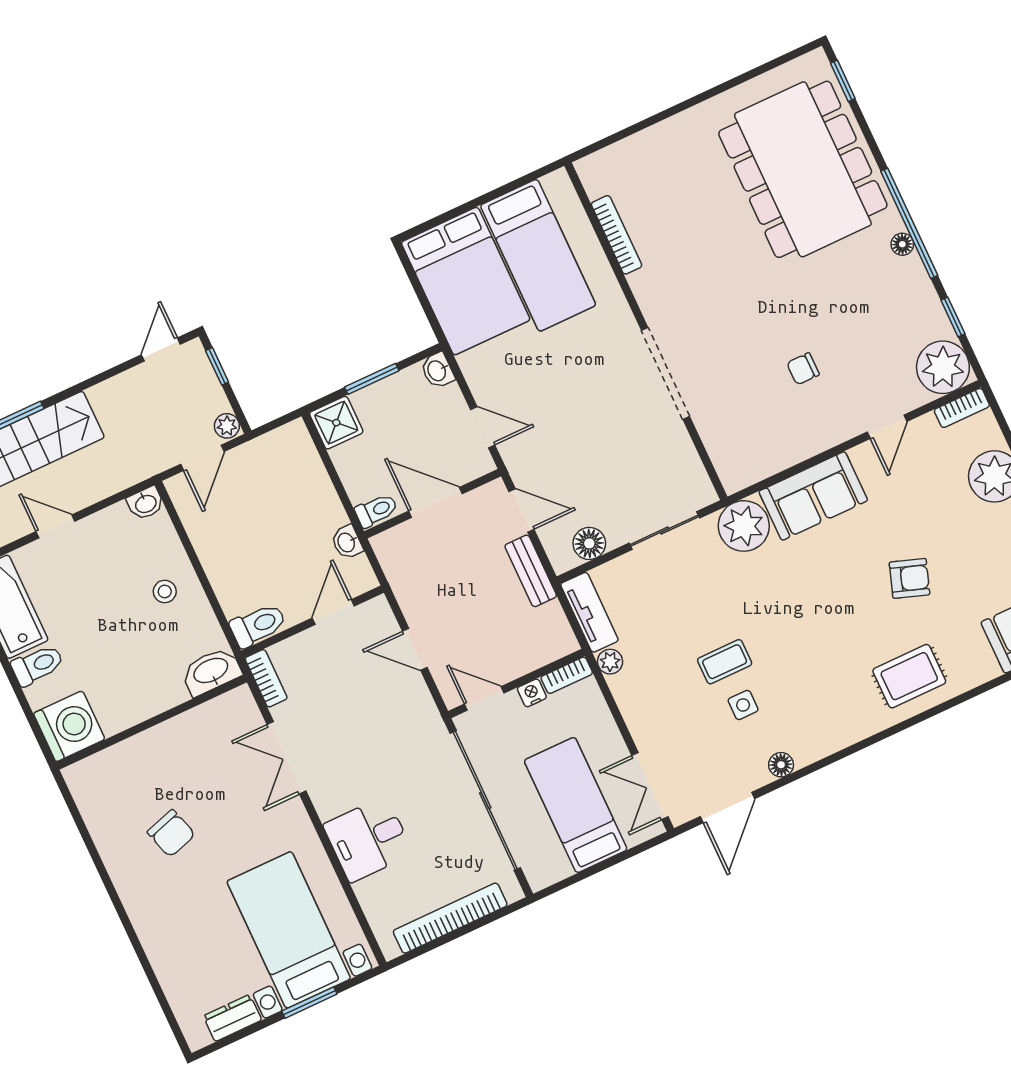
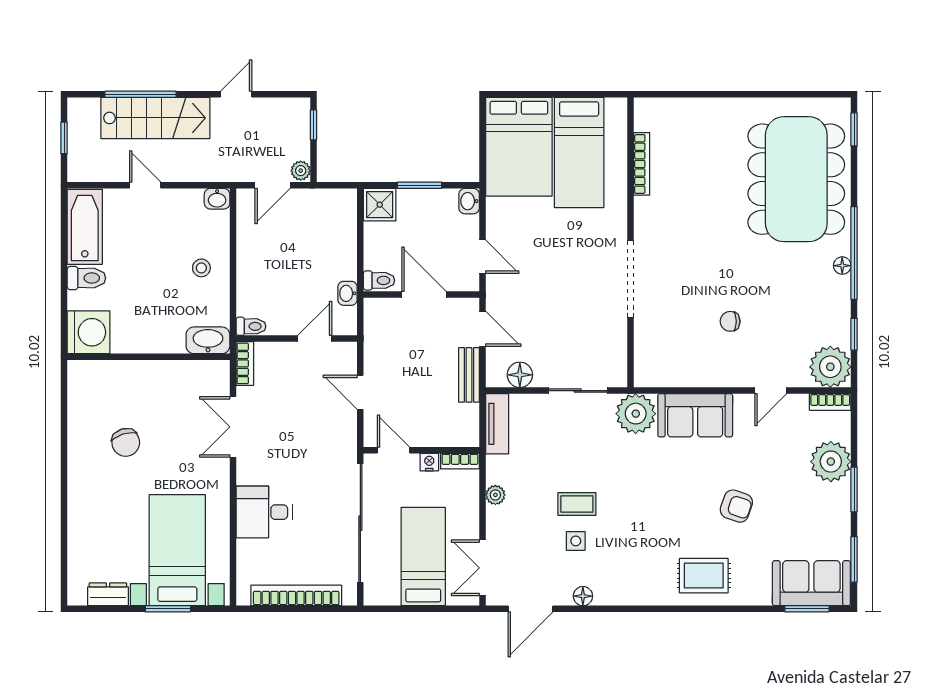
door: (161, 349) -> (236, 94), moved
toilet: (258, 625) -> (251, 326), width x0.73, depth x0.72
plant: (610, 662) -> (495, 495), moved

